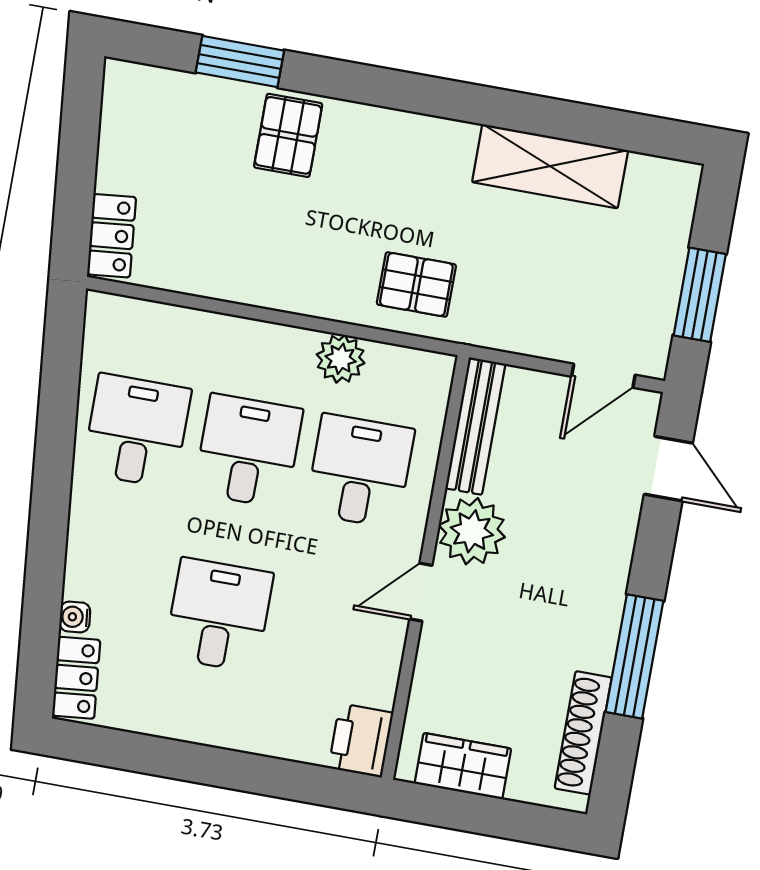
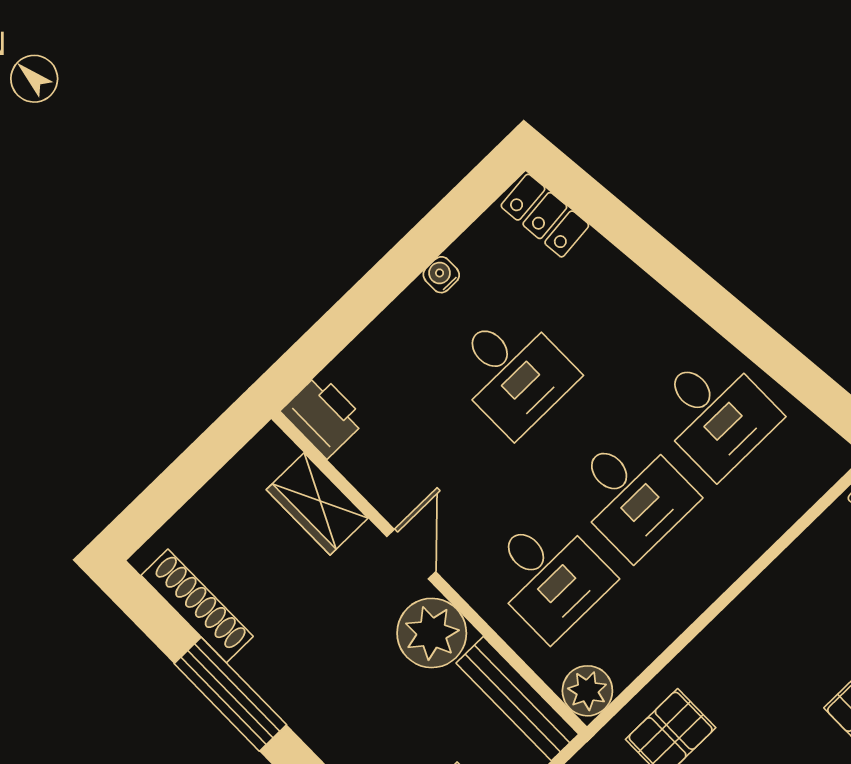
plant: (341, 359) -> (587, 691), moved
water cooler: (75, 617) -> (441, 275), moved, turned -84
wardrobe: (463, 766) -> (317, 504), moved, turned 90

